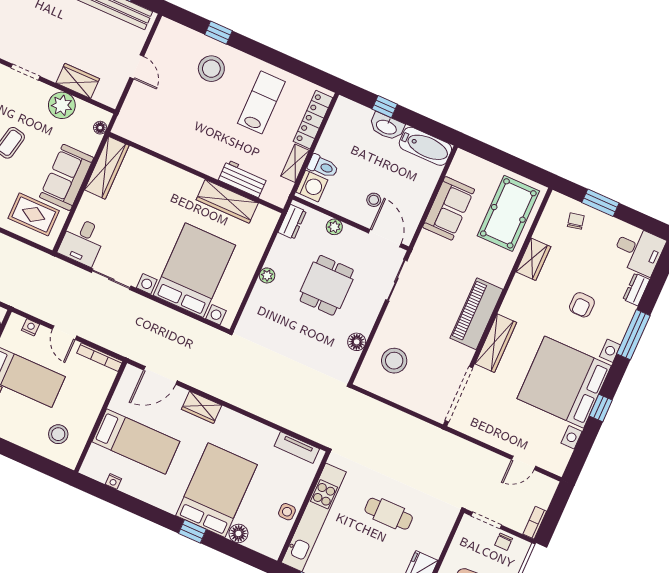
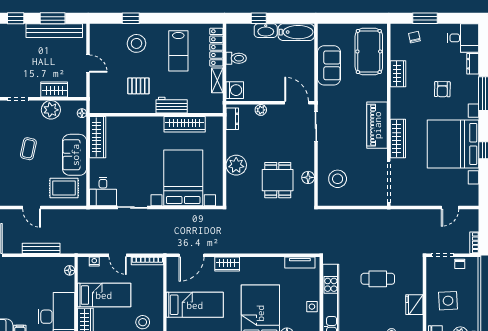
lab bench: (261, 102) -> (178, 51), turned 180
pallet: (189, 125) -> (138, 86), added
toilet: (323, 166) -> (236, 58), moved
workbench: (243, 179) -> (172, 105), moved
stool: (374, 200) -> (278, 81), removed
plant: (267, 275) -> (236, 165), width x1.87, depth x1.87
dining table: (327, 285) -> (278, 180), moved

